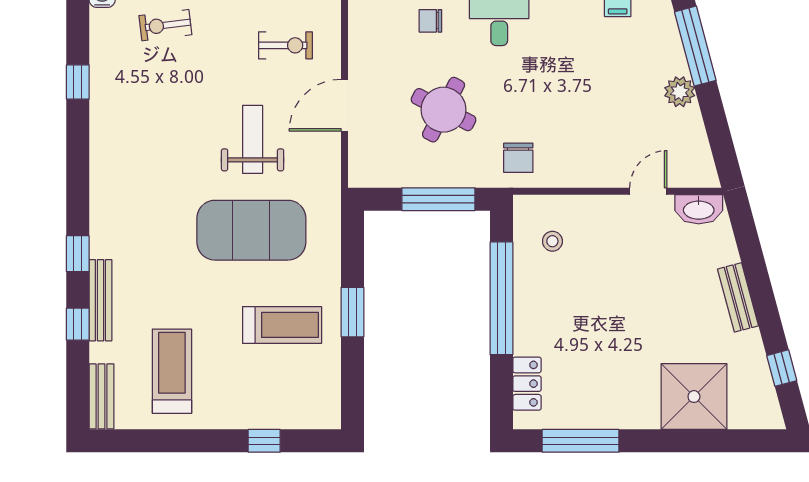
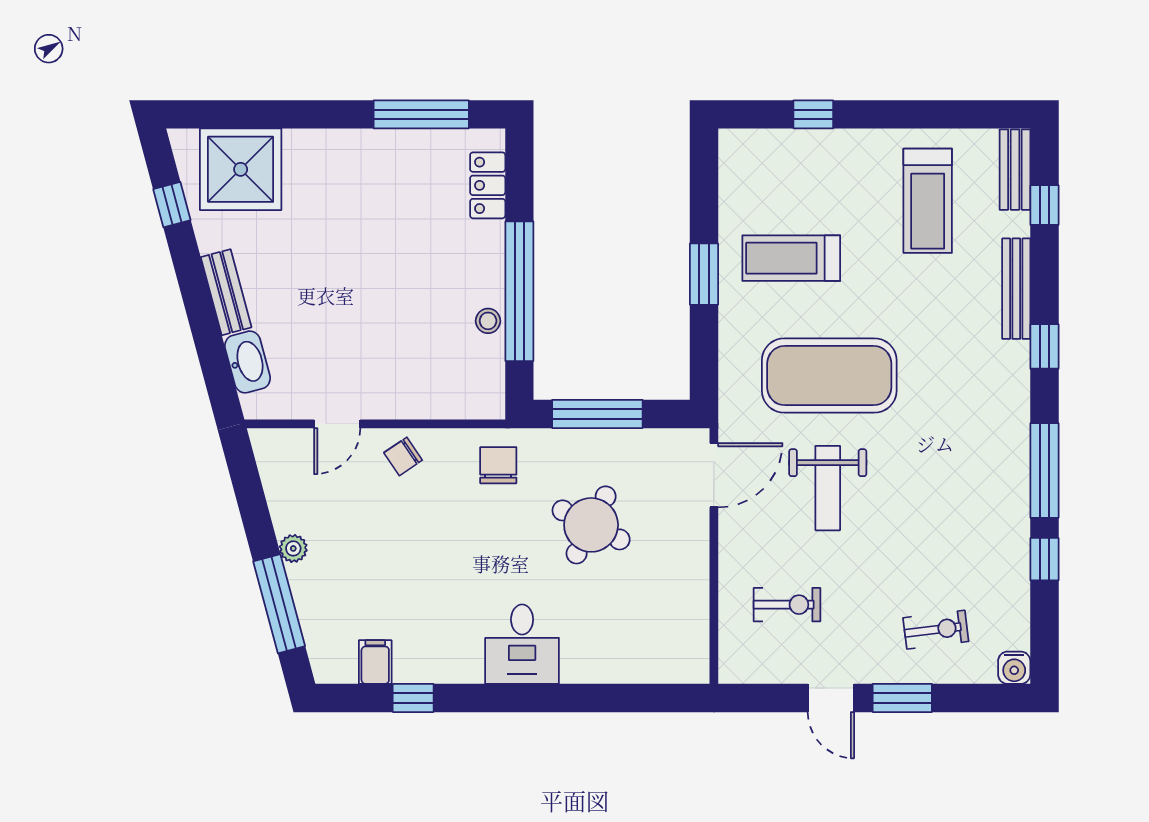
chair: (430, 21) -> (403, 456), moved, turned 146
exercise bike: (285, 45) -> (787, 605), turned 180
plant: (680, 92) -> (293, 548), width x0.73, depth x0.73
door: (344, 105) -> (714, 475), moved
window: (78, 154) -> (1044, 470), added
washbasin: (699, 209) -> (248, 362), moved, turned 75
stool: (552, 241) -> (488, 321), moved
window: (78, 324) -> (1044, 205), moved
shower: (694, 397) -> (241, 169), moved

